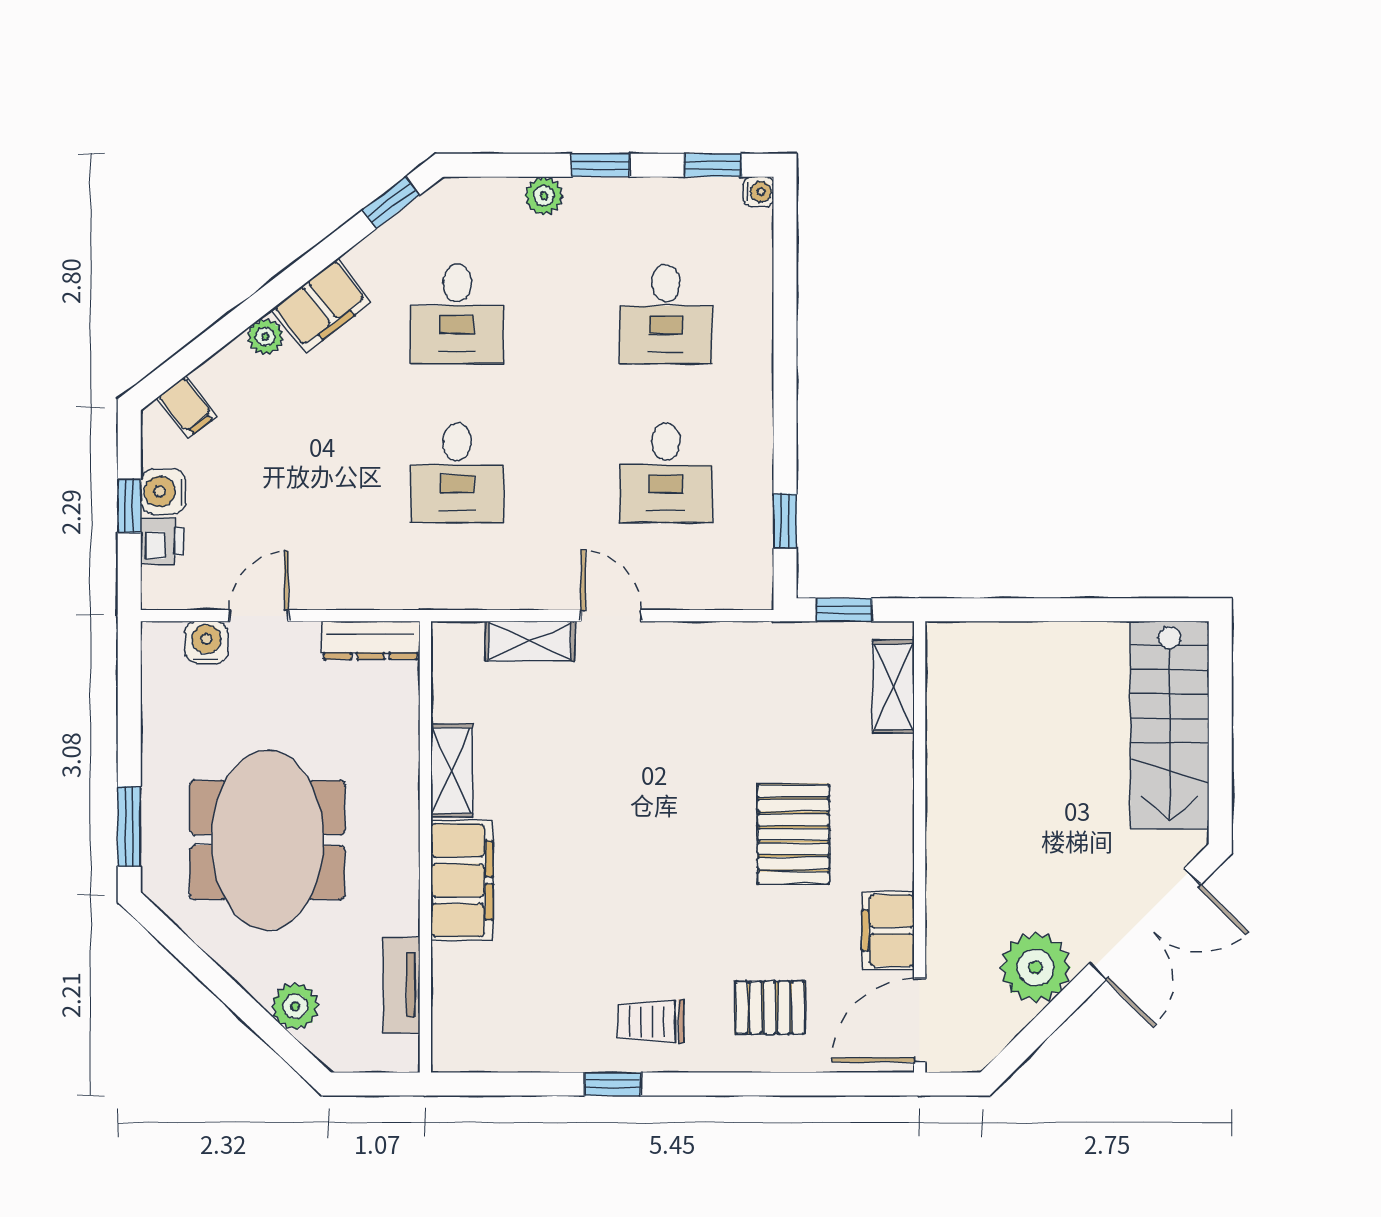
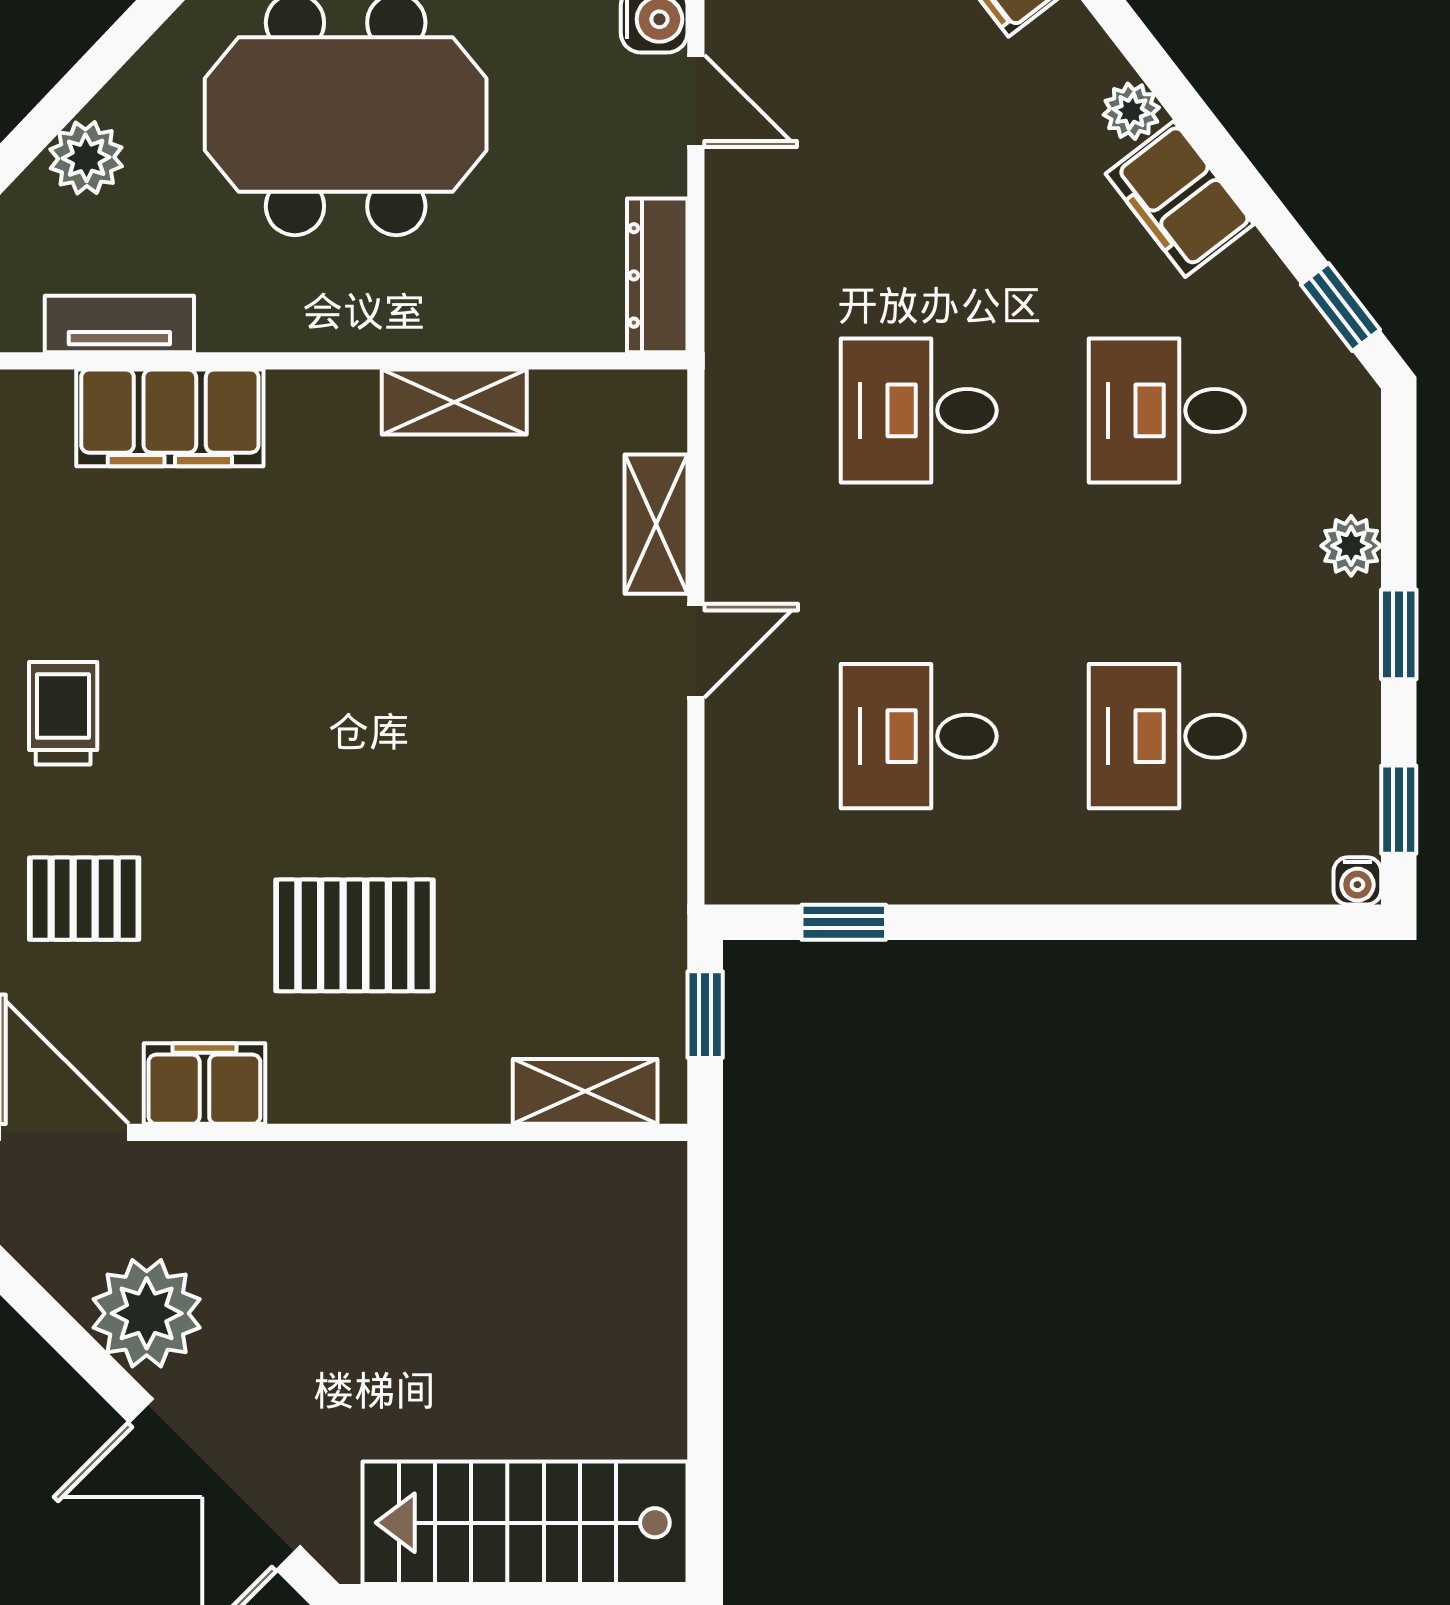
filing cabinet: (462, 880) -> (170, 418), moved
pallet: (770, 1008) -> (84, 899), turned 90

